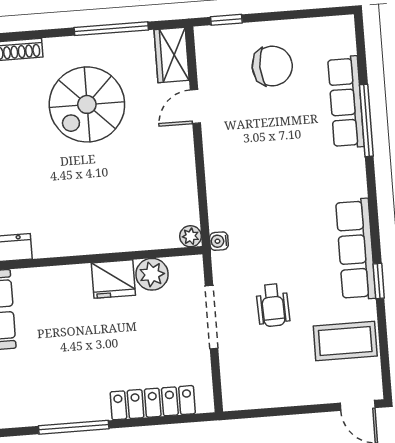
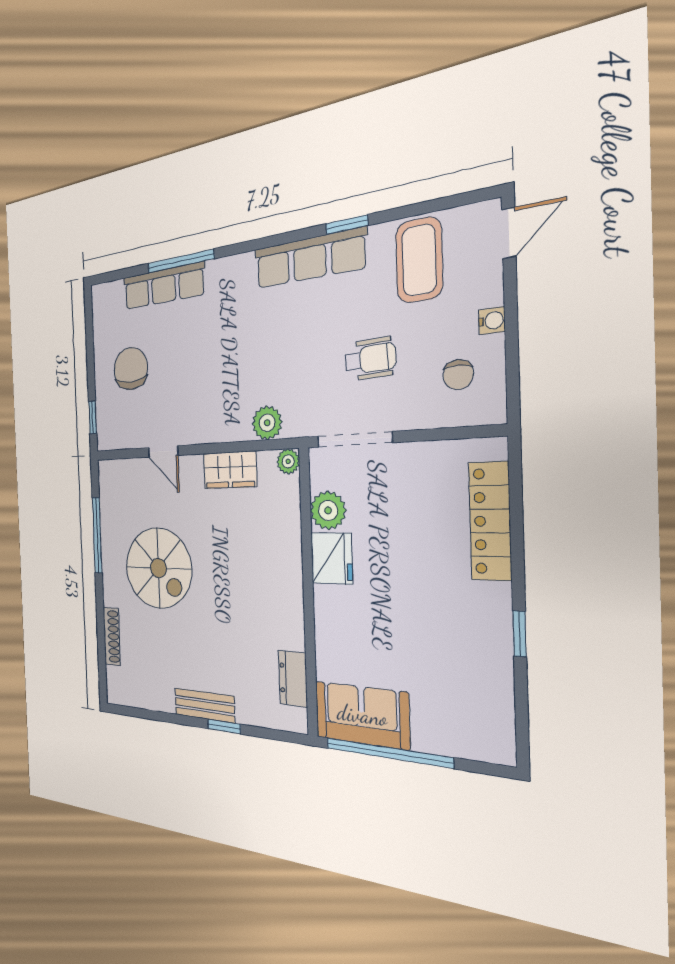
wardrobe: (172, 55) -> (230, 470), moved
plant: (222, 215) -> (267, 423), added
water cooler: (219, 241) -> (492, 321), moved, turned -90
doorway: (212, 317) -> (354, 439), moved
chair: (259, 375) -> (458, 375), added
window: (74, 427) -> (520, 634), width x0.46

